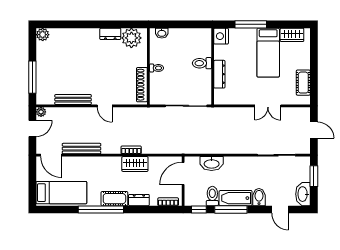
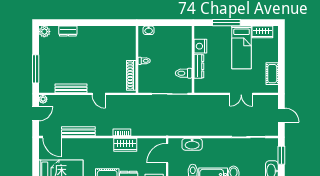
dresser: (110, 34) -> (68, 31), moved
nightstand: (221, 36) -> (200, 46), moved
plant: (131, 38) -> (122, 35), removed
toilet: (202, 63) -> (184, 73), moved

